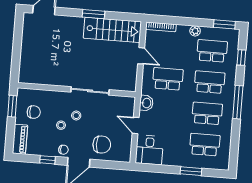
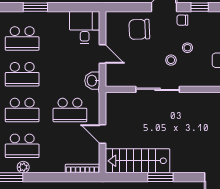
plant: (195, 31) -> (23, 167), moved

